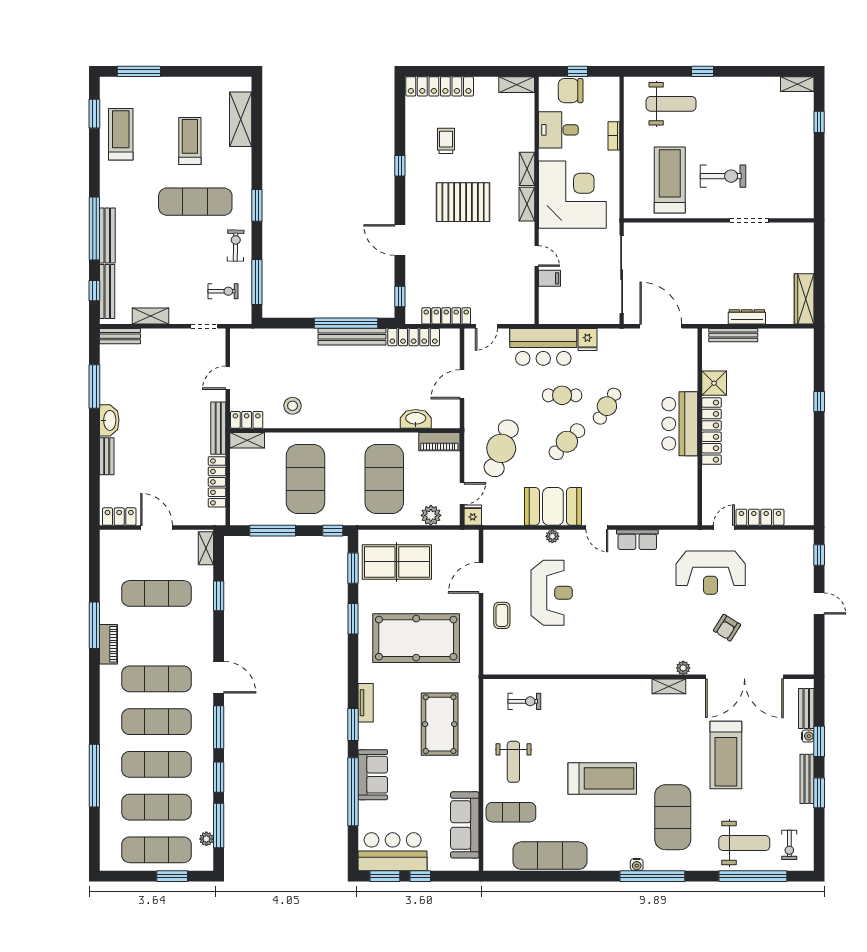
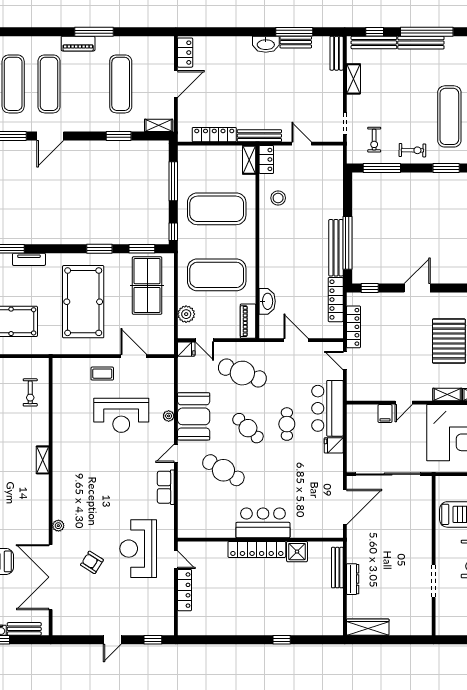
cafe table: (607, 406) -> (223, 470), moved, width x1.37, depth x1.35
bench: (107, 456) -> (296, 42), moved
shelving: (669, 686) -> (43, 460), moved

